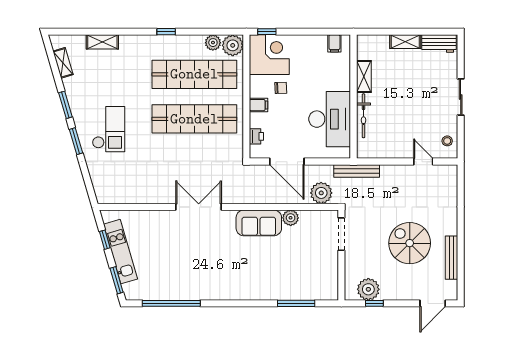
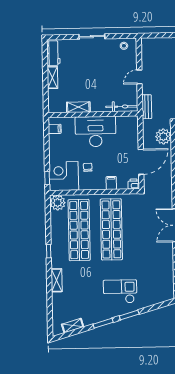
shelving: (102, 42) -> (57, 280), moved
plant: (213, 43) -> (56, 217), removed
filing cabinet: (258, 105) -> (111, 183), moved
bicycle: (363, 116) -> (122, 107), moved
desk: (330, 119) -> (96, 132), moved
printer: (256, 136) -> (134, 184), moved
door: (423, 162) -> (139, 77), moved
bench: (357, 171) -> (147, 107), width x0.73

